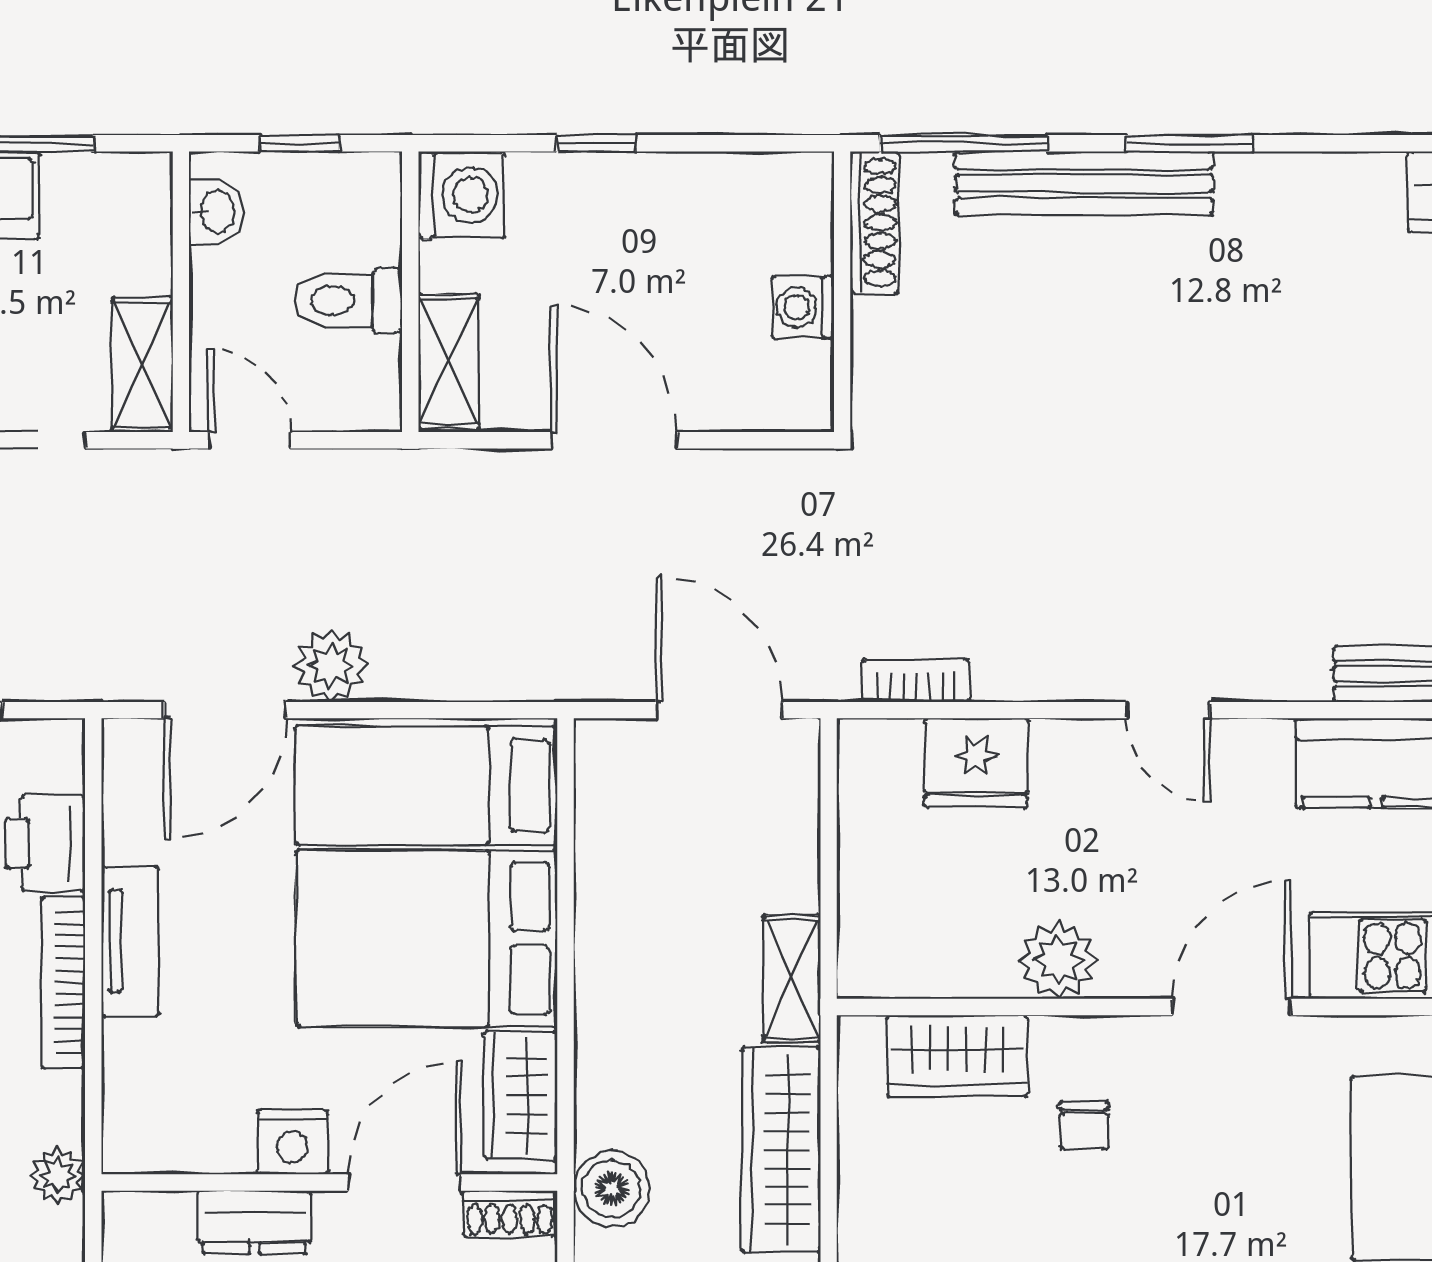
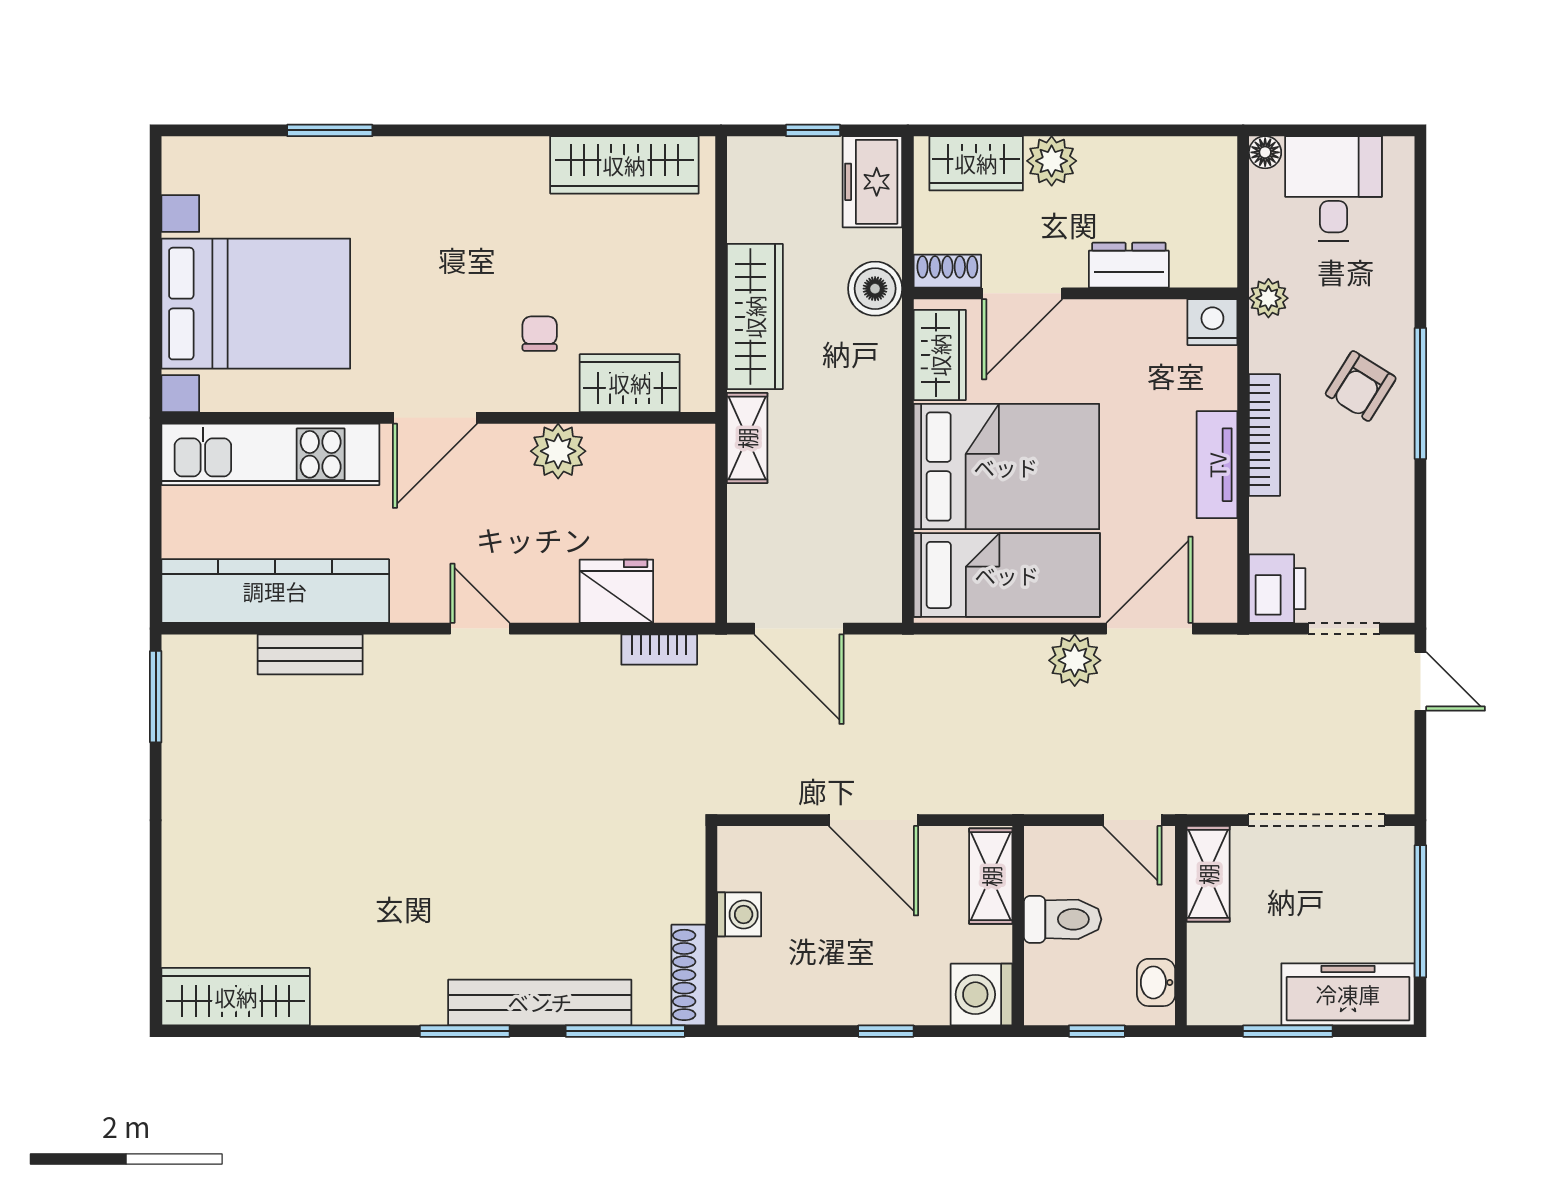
printer: (45, 843) -> (1277, 589), moved
nightstand: (292, 1142) -> (1212, 322), moved

